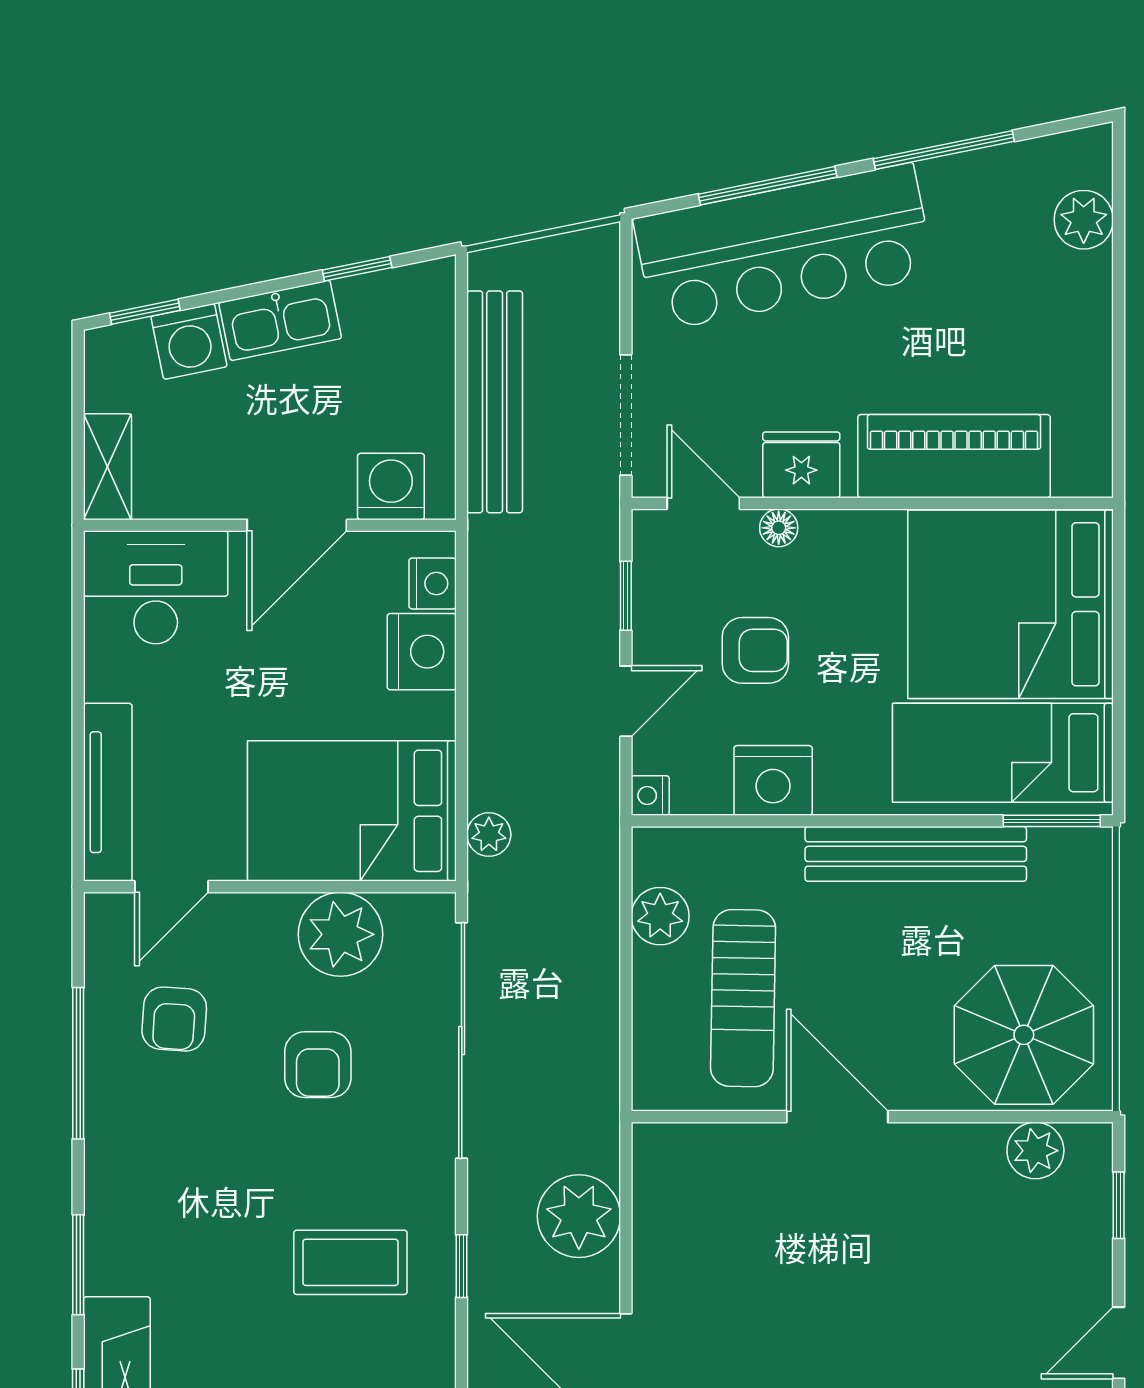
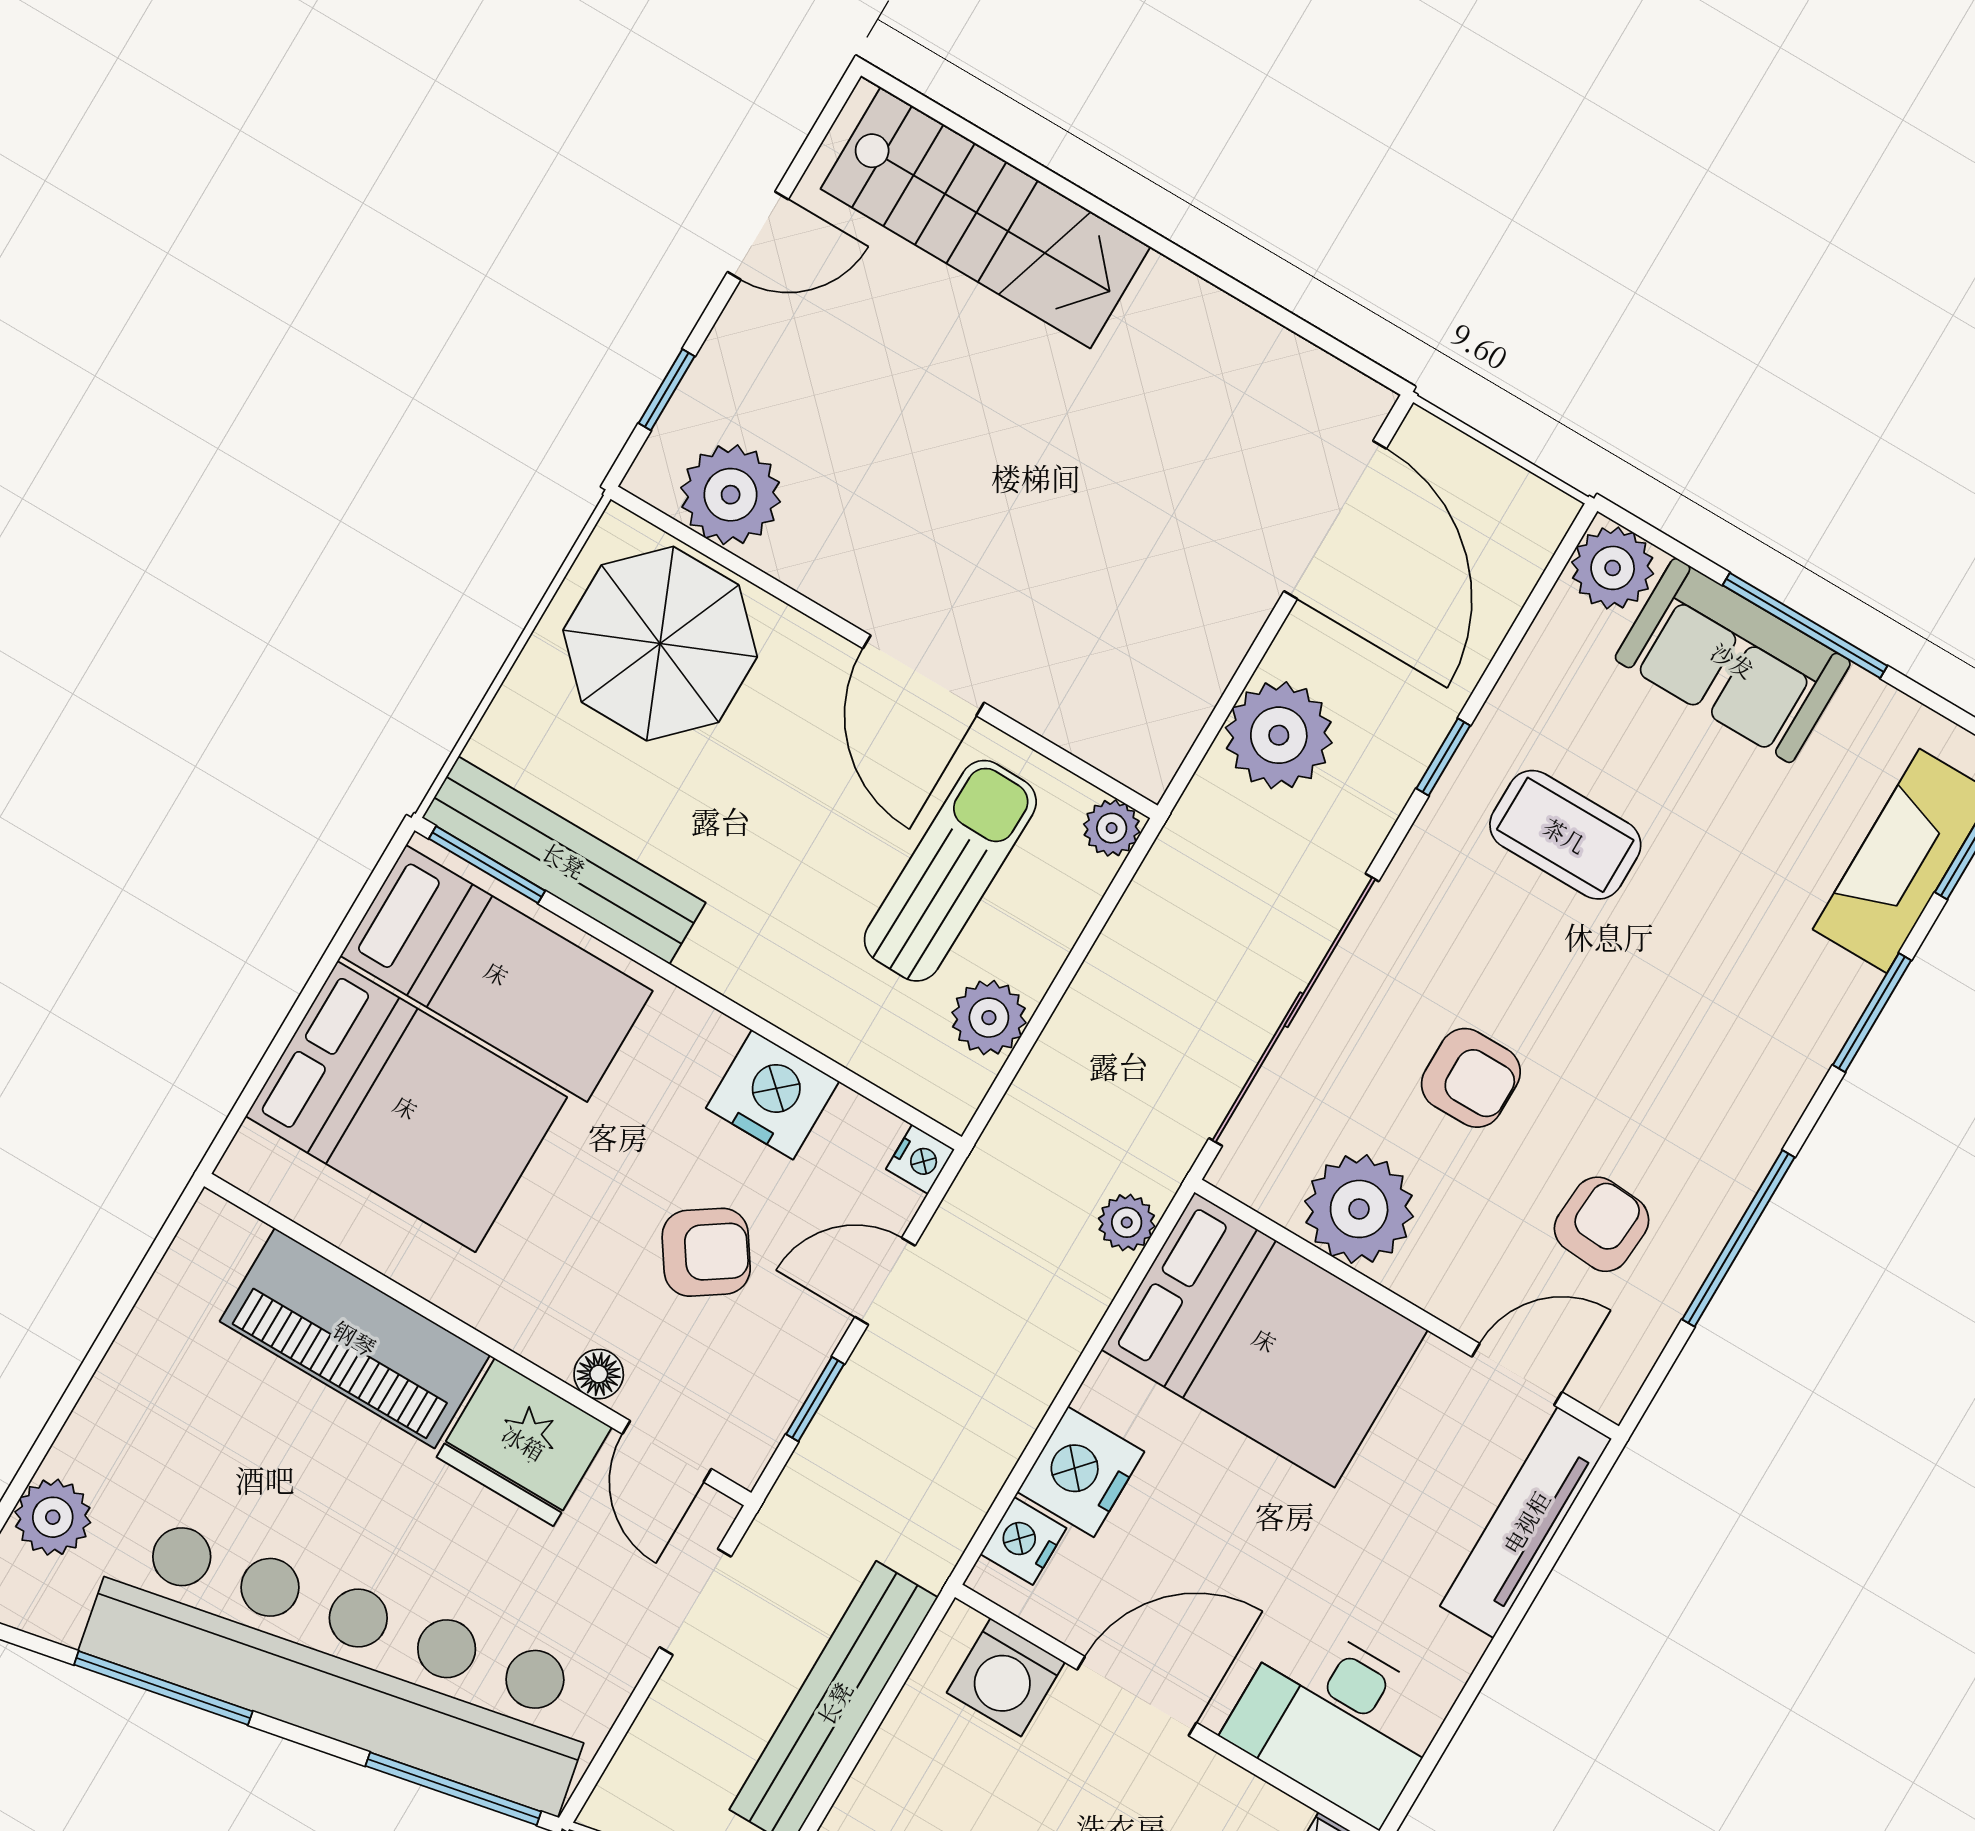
window: (768, 186) -> (453, 1789), moved
bar counter: (784, 247) -> (343, 1662), width x1.36
doorway: (626, 415) -> (695, 1602), width x0.73
fridge: (801, 465) -> (524, 1442), width x1.36, depth x1.34
bed: (1010, 604) -> (406, 1107), width x0.73
armchair: (755, 650) -> (706, 1252), turned 146
bench: (916, 854) -> (564, 860), moved
armchair: (318, 1065) -> (1471, 1078), turned 90
plant: (653, 1089) -> (1112, 828), added
plant: (1035, 1151) -> (731, 495), width x1.36, depth x1.36

